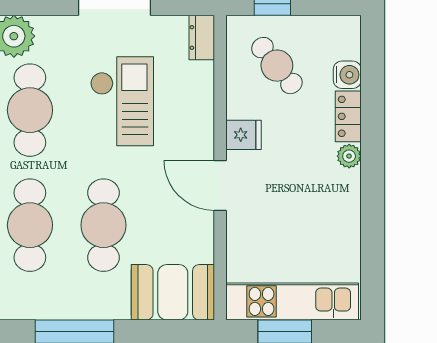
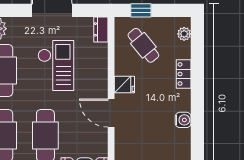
water cooler: (347, 75) -> (183, 120), moved
plant: (349, 156) -> (184, 34), moved

